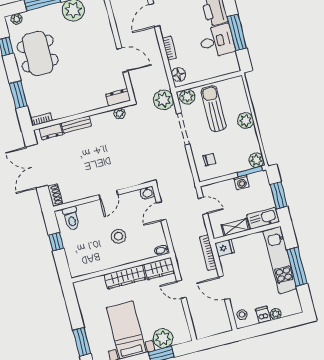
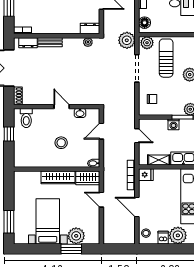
washbasin: (147, 193) -> (80, 113), moved
door: (108, 195) -> (62, 107), swing flipped
plant: (276, 314) -> (178, 235), width x1.88, depth x1.88

